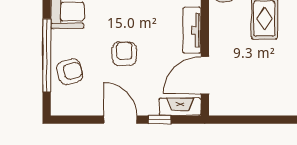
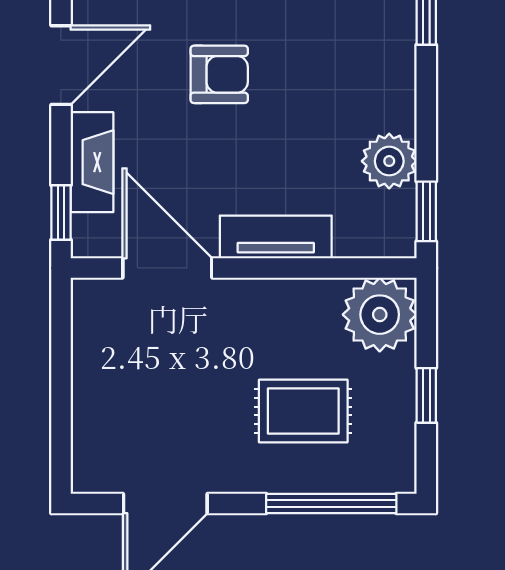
fireplace: (180, 107) -> (92, 162), moved
window: (160, 120) -> (61, 213), moved

